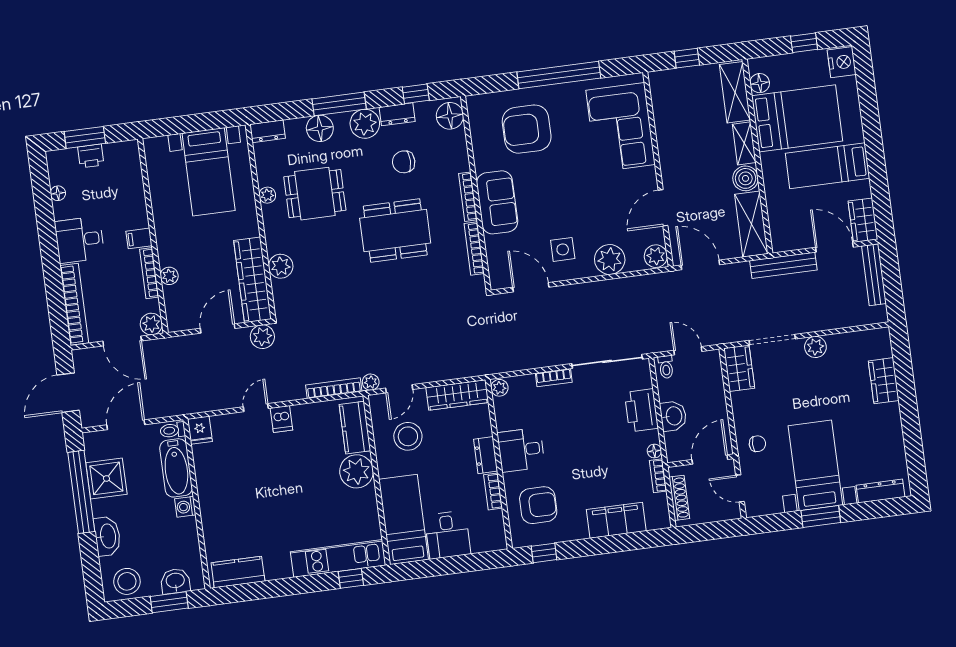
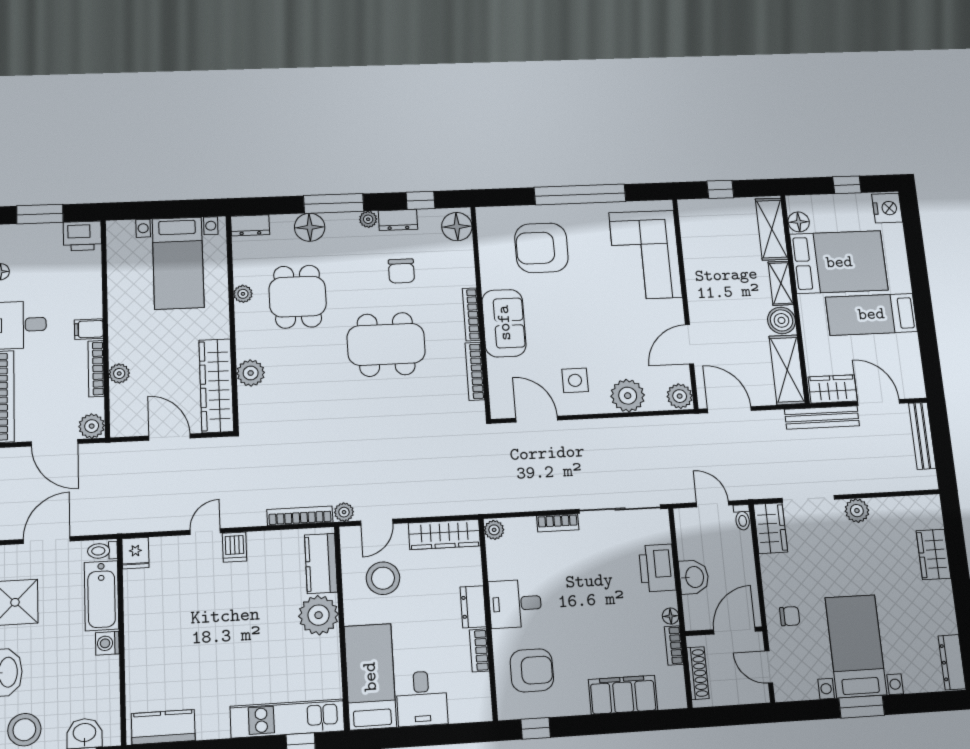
plant: (365, 124) -> (368, 219), width x0.53, depth x0.53
printer: (91, 156) -> (82, 236), moved, width x1.36, depth x1.24
chair: (404, 162) -> (401, 271), turned -90
dining table: (315, 194) -> (298, 297), turned 90
wardrobe: (863, 220) -> (833, 389), moved, turned 90
door: (218, 328) -> (169, 437), hinge flipped
plant: (262, 337) -> (221, 451), removed
toilet: (666, 367) -> (742, 517), moved
dresser: (881, 491) -> (952, 662), moved, turned -90

